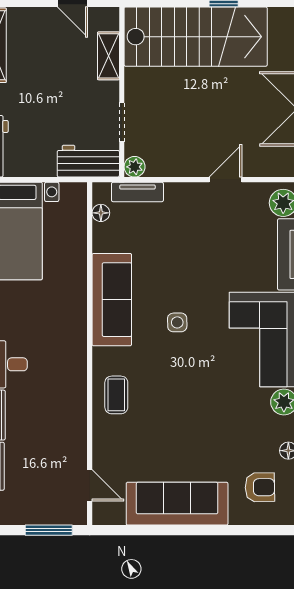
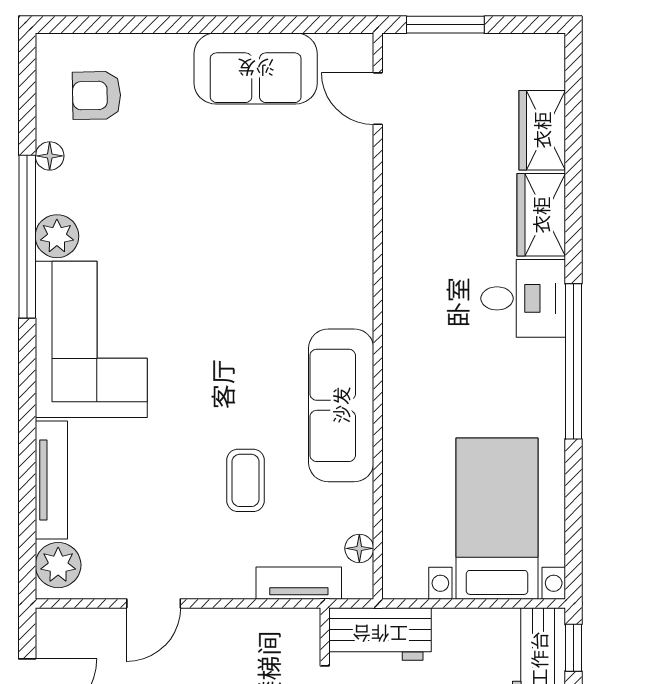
plant: (135, 167) -> (304, 625), removed
side table: (177, 322) -> (233, 368), removed
coffee table: (116, 395) -> (245, 480), moved
sofa: (177, 504) -> (256, 68), width x0.73

